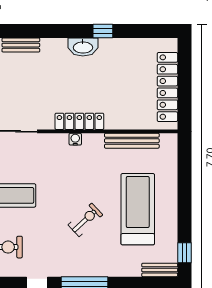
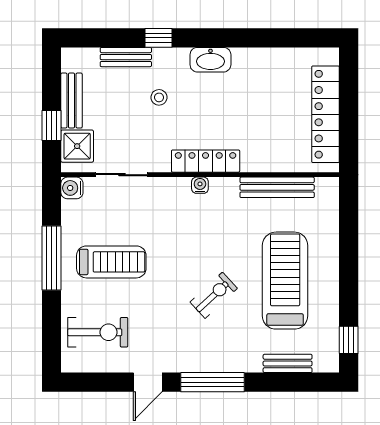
window: (103, 31) -> (159, 38), moved
stool: (45, 75) -> (159, 97), added
bench: (160, 270) -> (288, 363), moved

